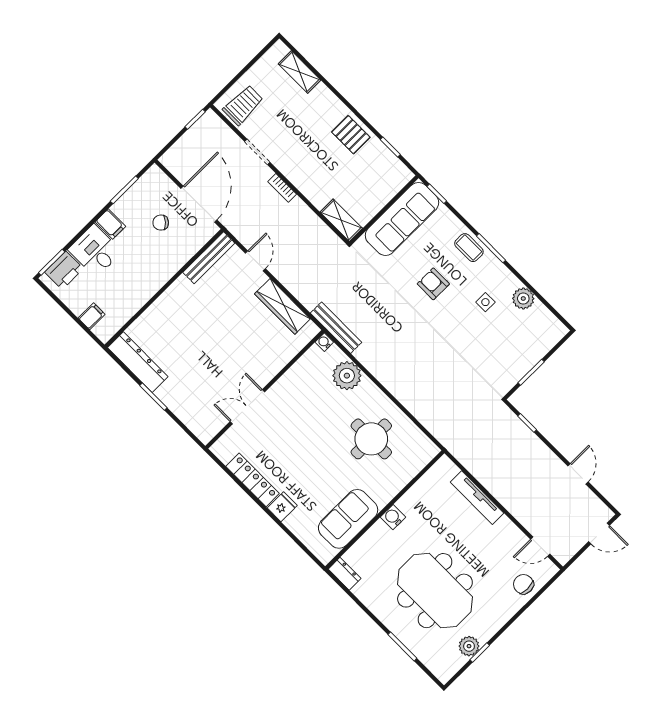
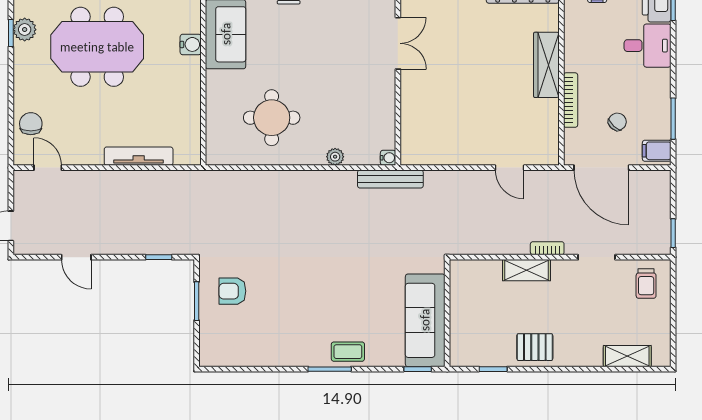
trolley: (243, 105) -> (646, 284), width x0.73, depth x0.72
shelving: (341, 220) -> (527, 270), moved
filing cabinet: (110, 224) -> (657, 151), moved
bench: (209, 258) -> (550, 132), removed
bookcase: (176, 265) -> (571, 100), added
armchair: (433, 284) -> (232, 291), moved, turned 180
plant: (523, 299) -> (263, 354), removed
side table: (485, 302) -> (290, 321), removed
wardrobe: (282, 306) -> (546, 65), moved, turned -90
plant: (347, 376) -> (335, 157), width x0.53, depth x0.53
water cooler: (393, 517) -> (191, 44), moved
door: (540, 547) -> (48, 168), hinge flipped
chair: (523, 584) -> (31, 124), turned -90

